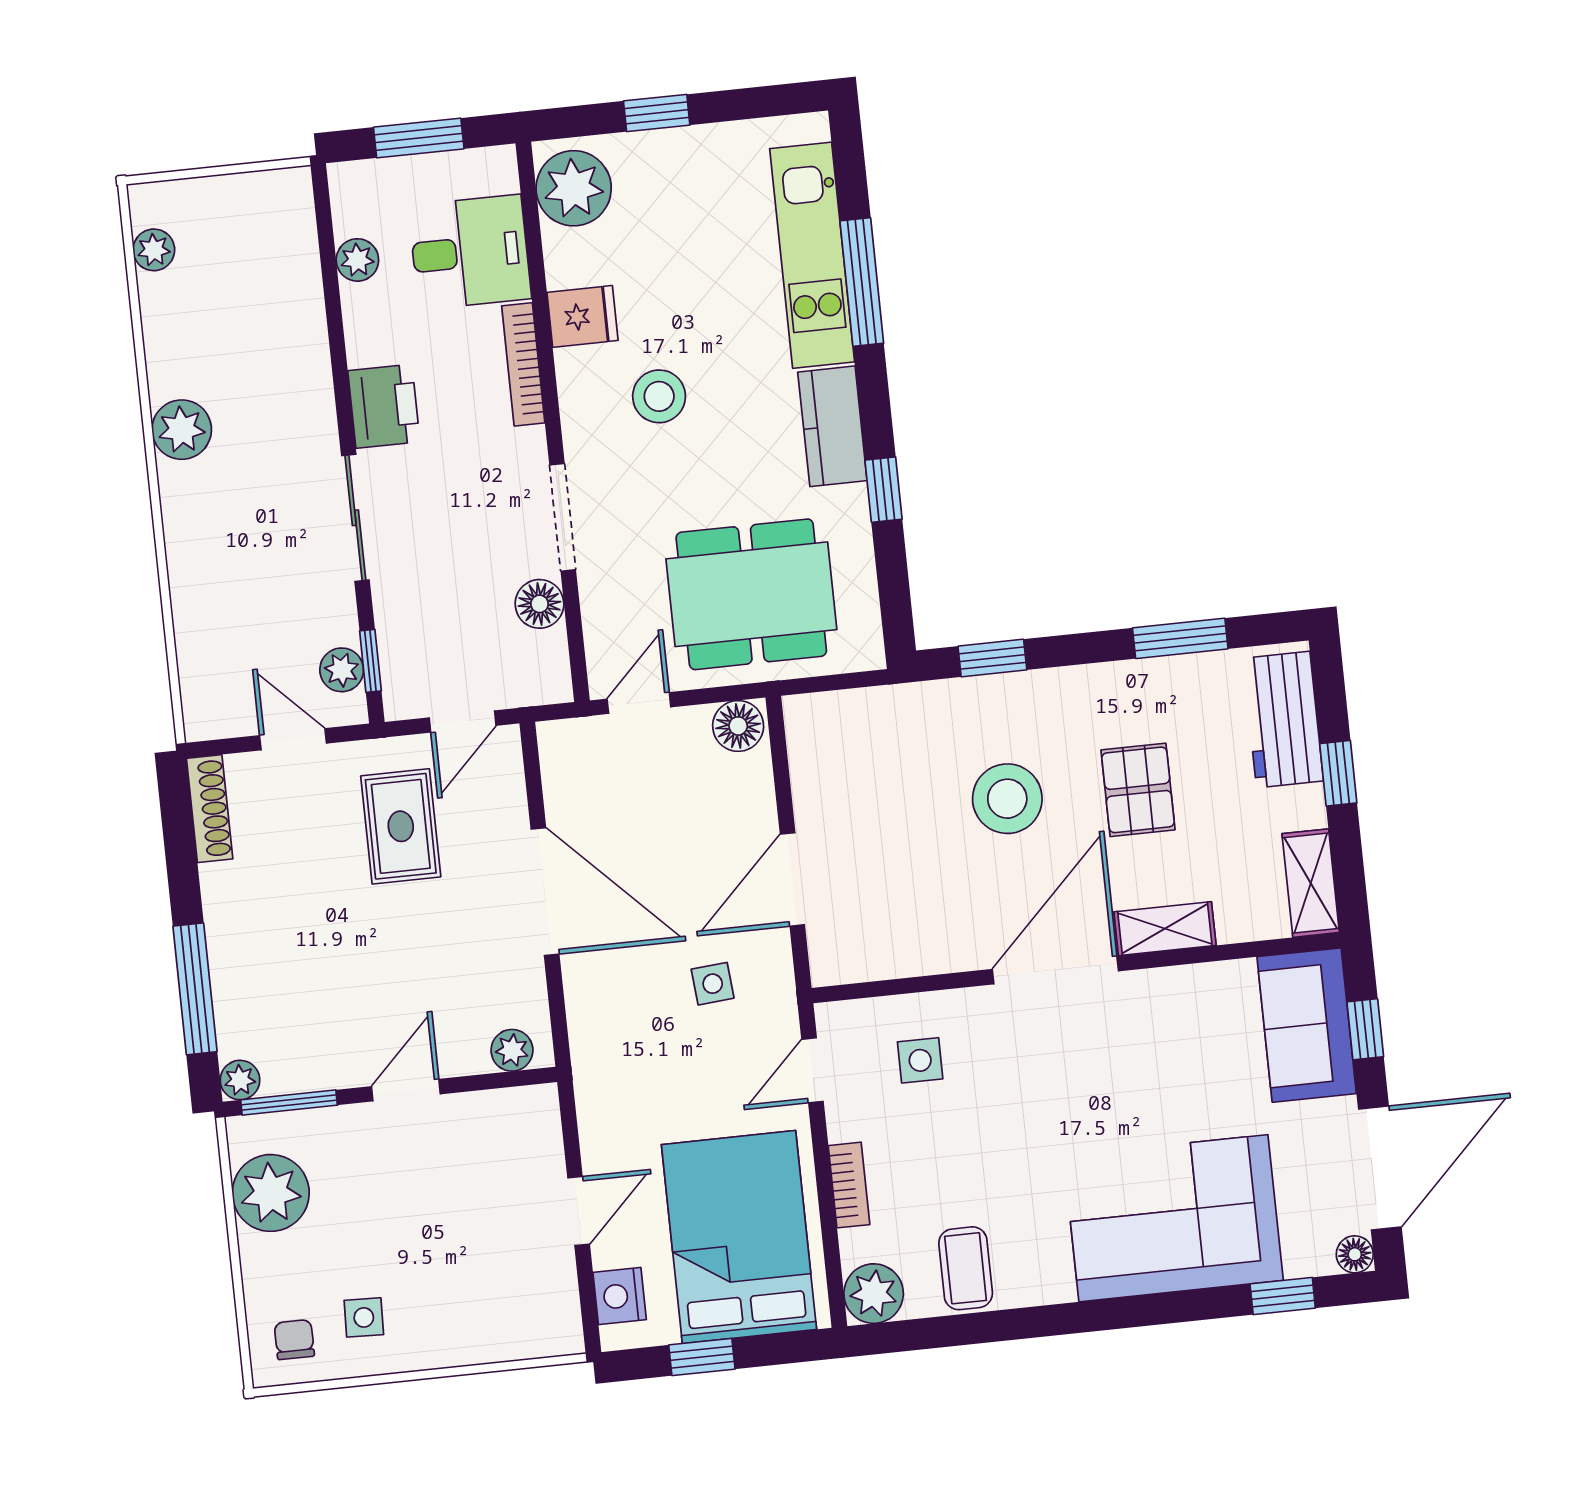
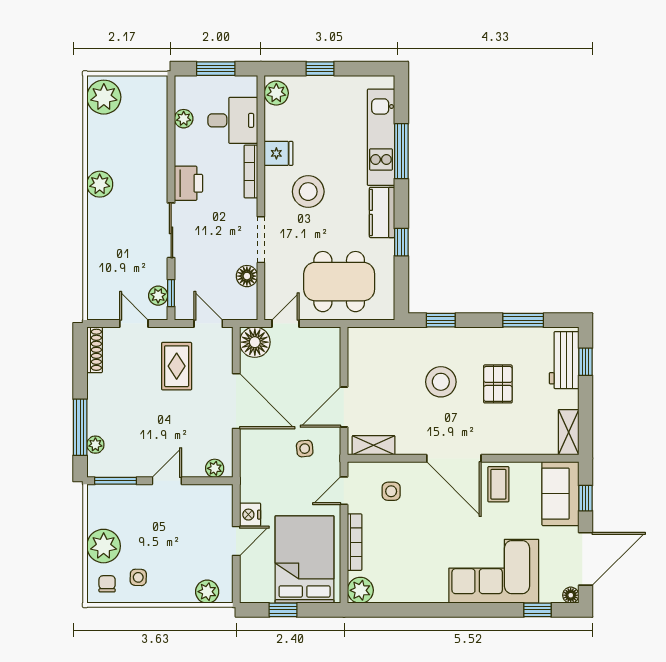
plant: (574, 188) -> (276, 93), width x0.73, depth x0.73
plant: (154, 250) -> (104, 97), width x1.88, depth x1.88
stool: (659, 396) -> (308, 192), width x1.38, depth x1.38
door: (463, 722) -> (208, 324), swing flipped
floor lamp: (738, 726) -> (255, 342), moved, width x1.38, depth x1.38
window: (1338, 773) -> (585, 362), moved
shelving: (1165, 929) -> (374, 445), moved
door: (1055, 970) -> (454, 458), swing flipped
plant: (240, 1080) -> (95, 445), moved
bookcase: (849, 1185) -> (355, 542), width x1.56
plant: (271, 1193) -> (104, 546), moved
coffee table: (966, 1268) -> (498, 484), moved
nightstand: (620, 1296) -> (250, 515), moved
plant: (524, 1333) -> (207, 592), added

